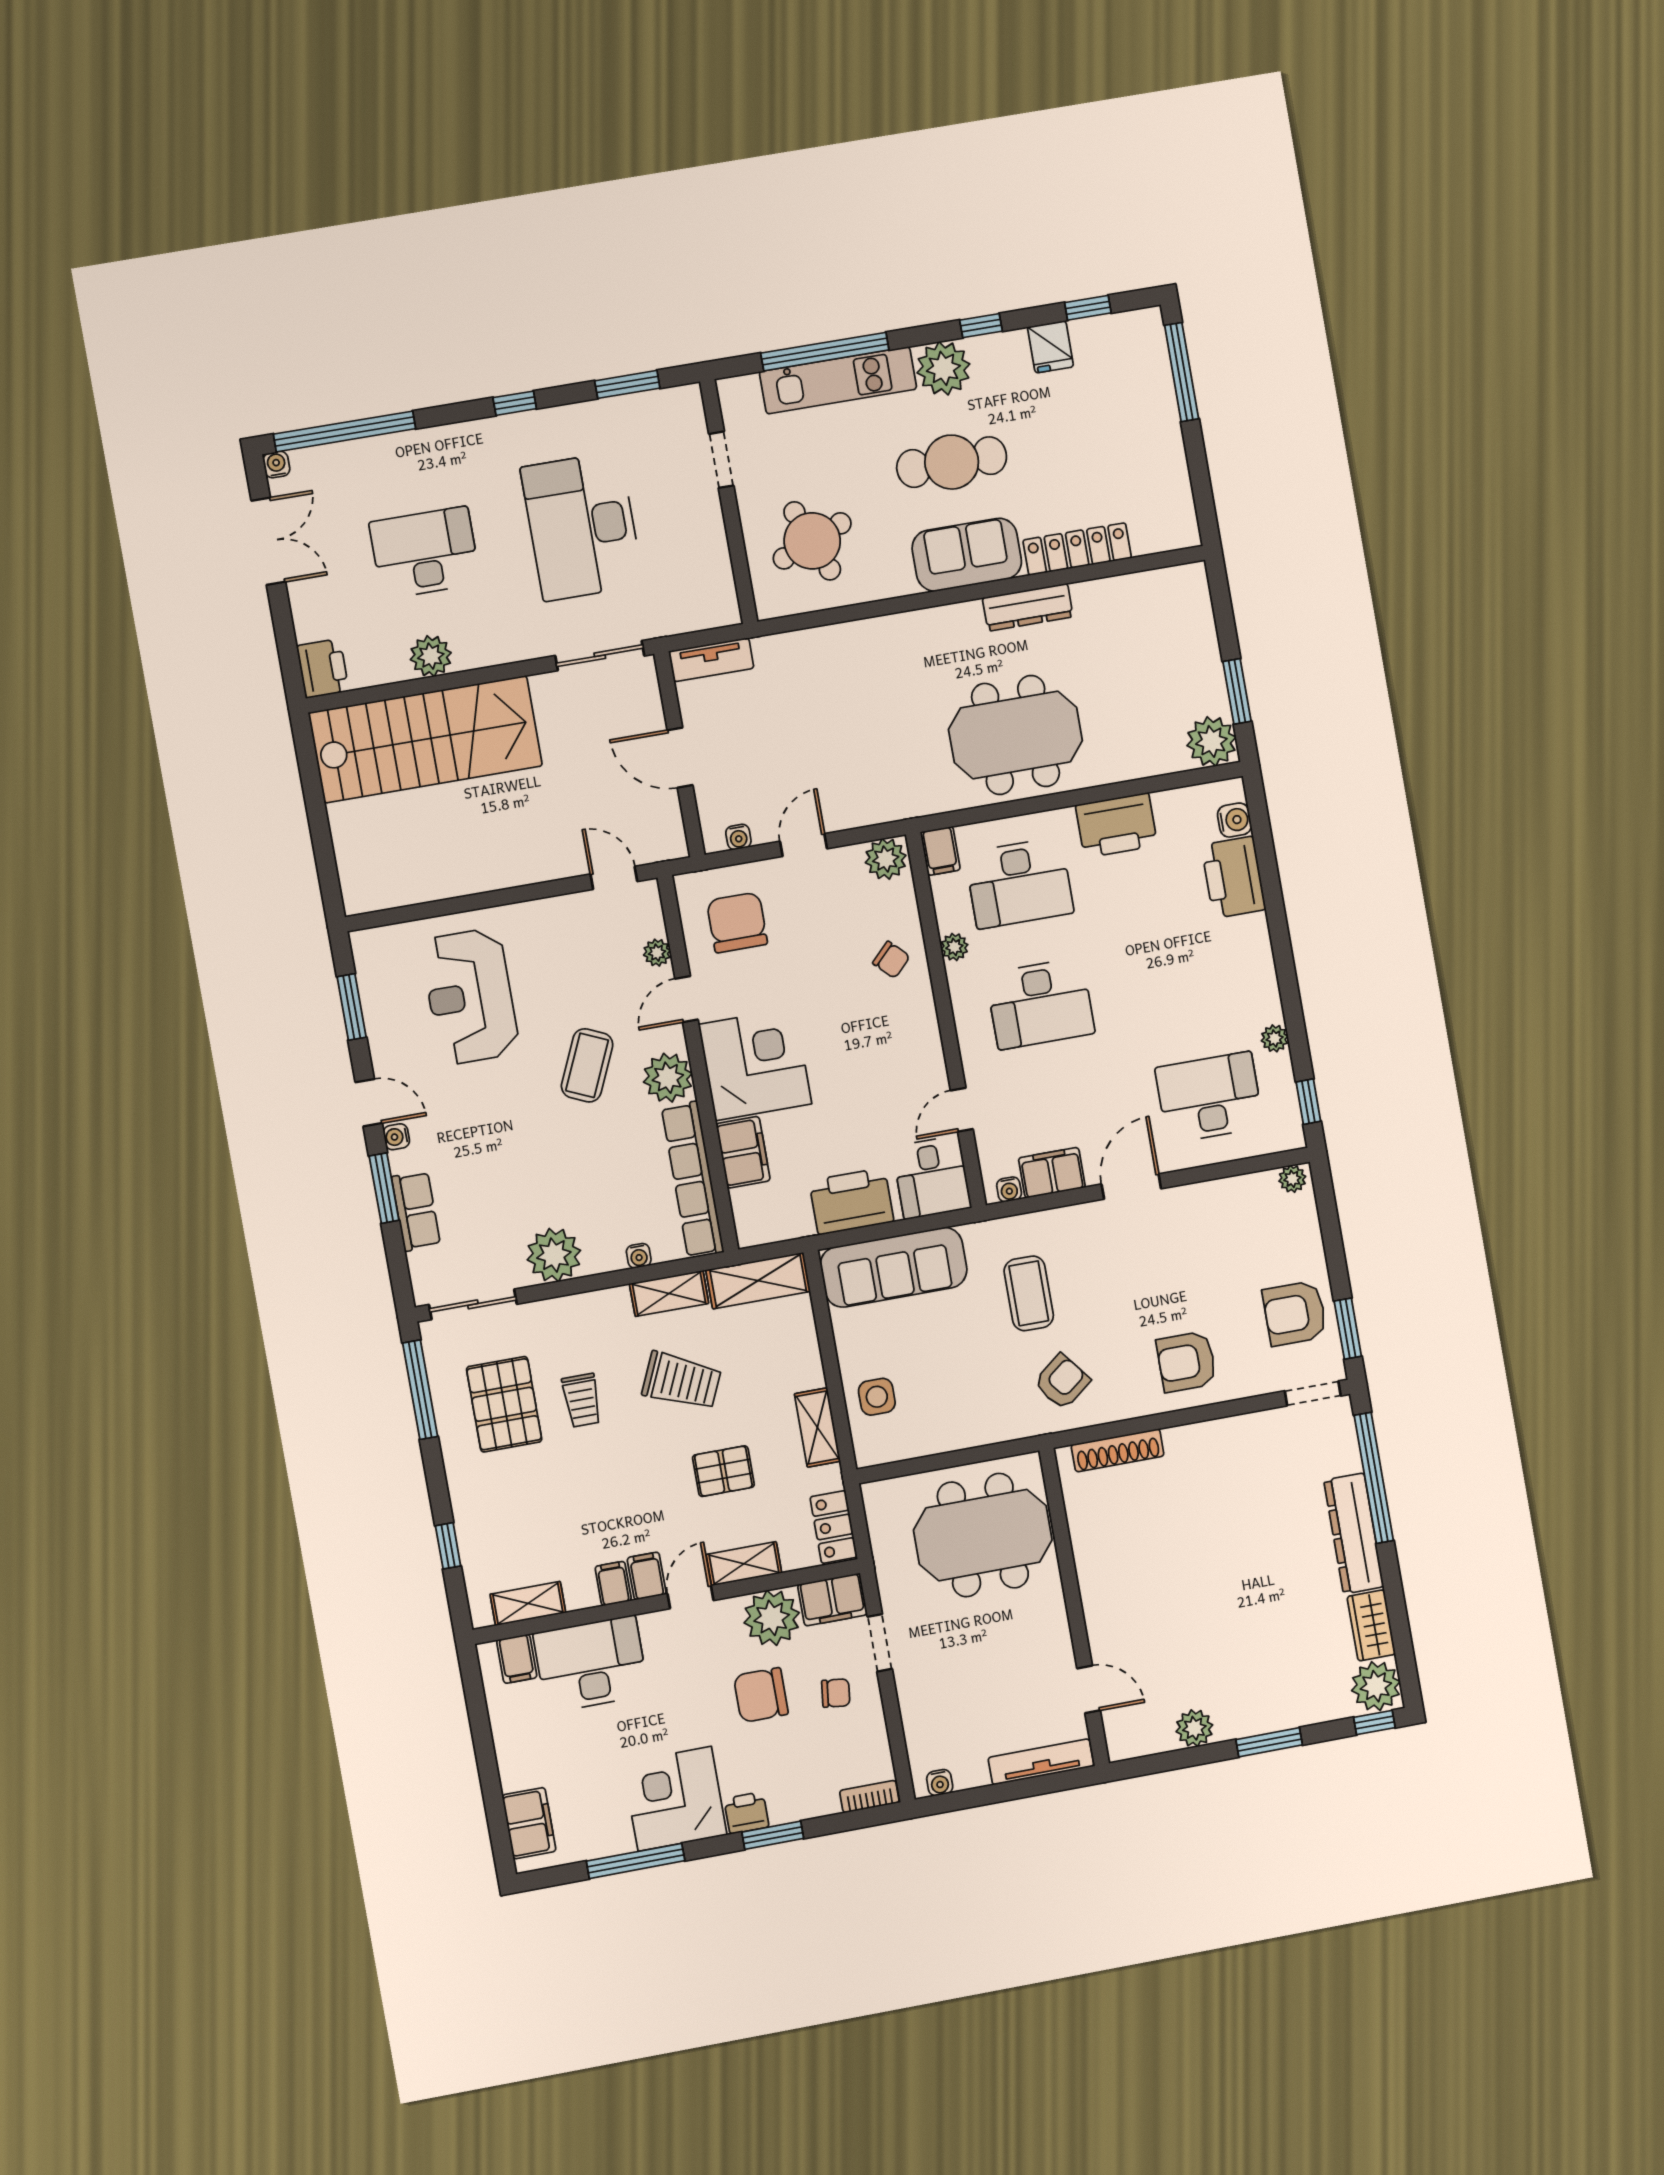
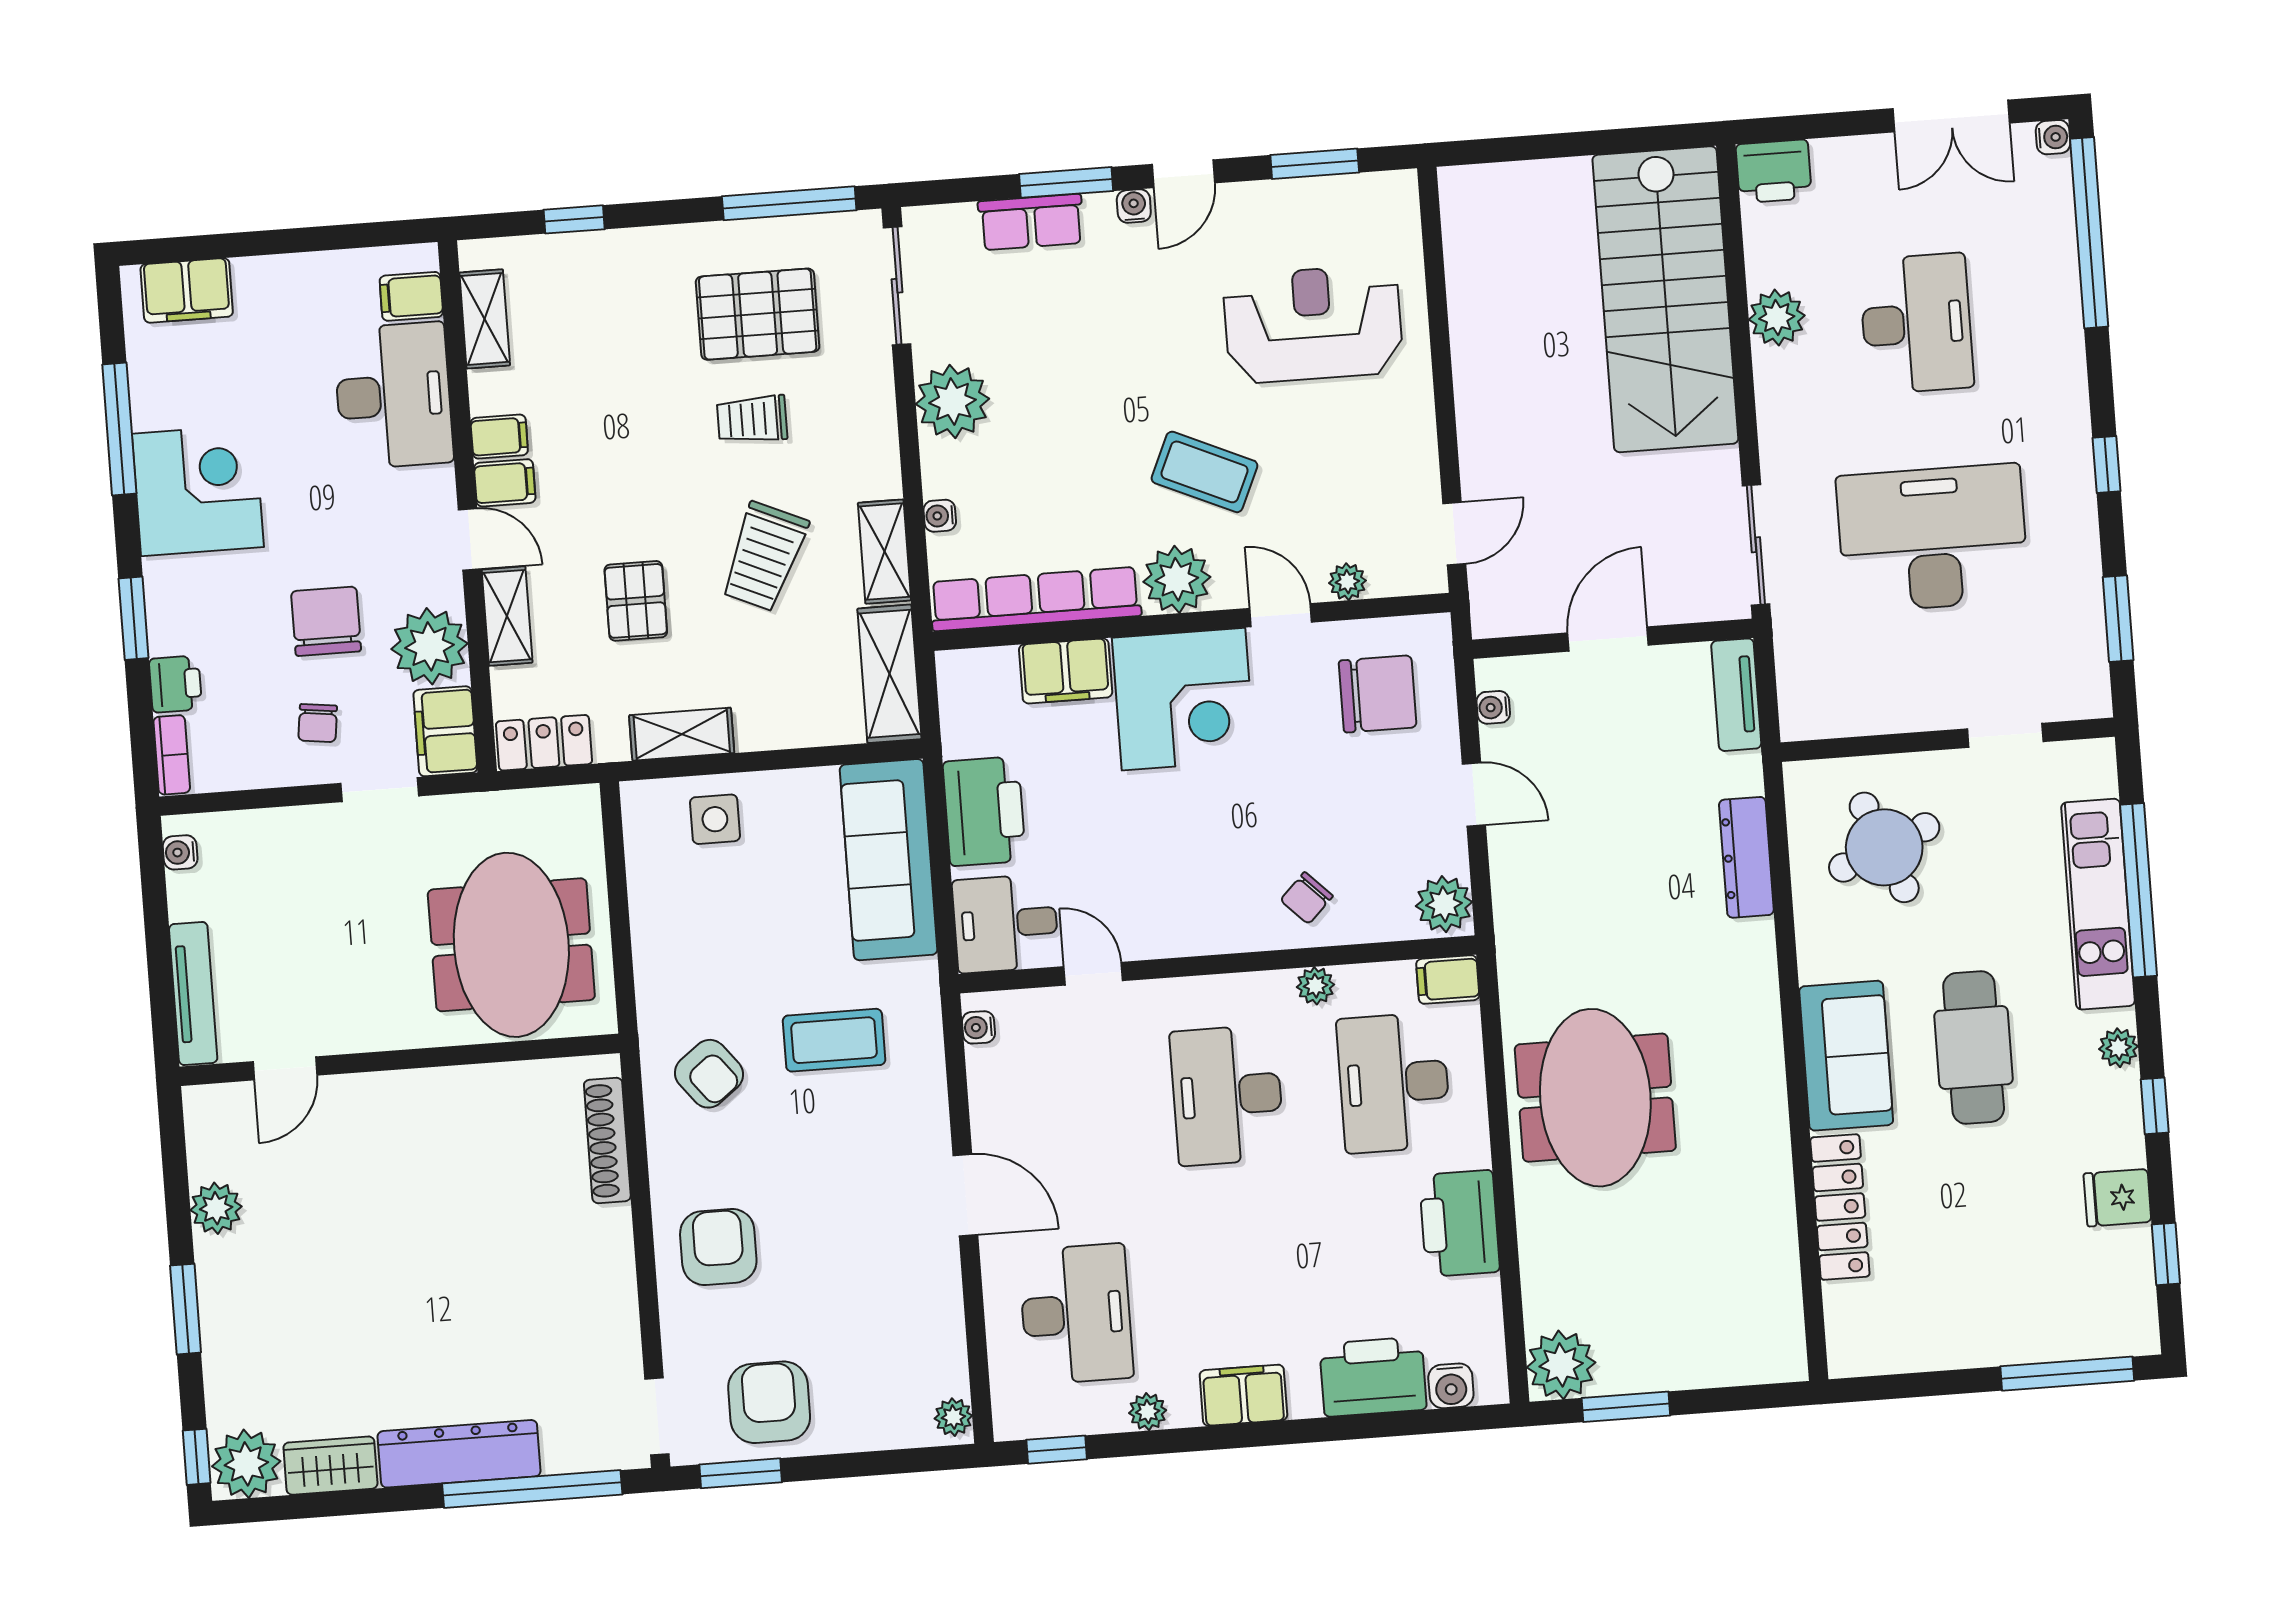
plant: (943, 368) -> (2119, 1048), width x0.53, depth x0.53
dresser: (1028, 607) -> (1746, 857), moved
filing cabinet: (1052, 1173) -> (1243, 1395), moved, turned -90
printer: (746, 1813) -> (176, 684), moved

